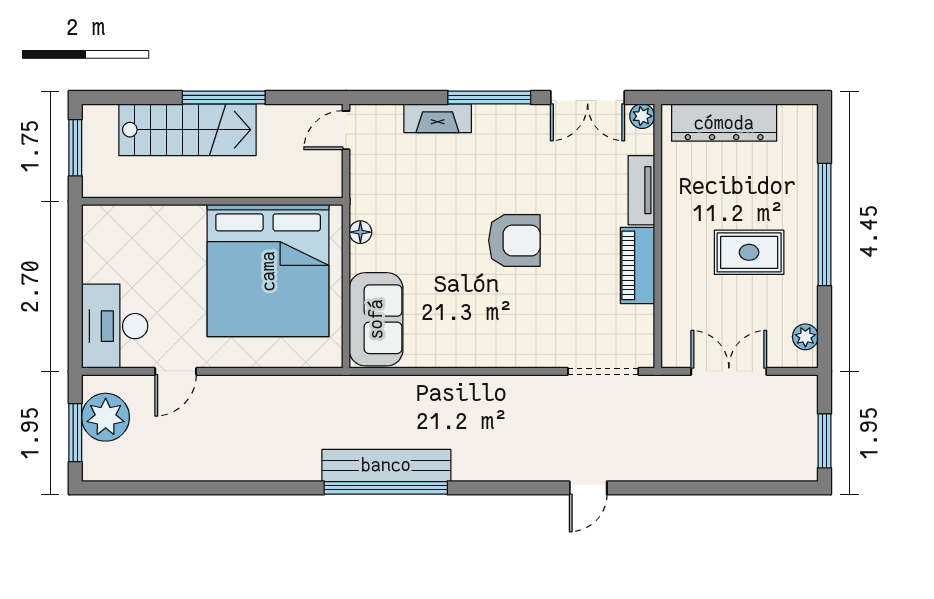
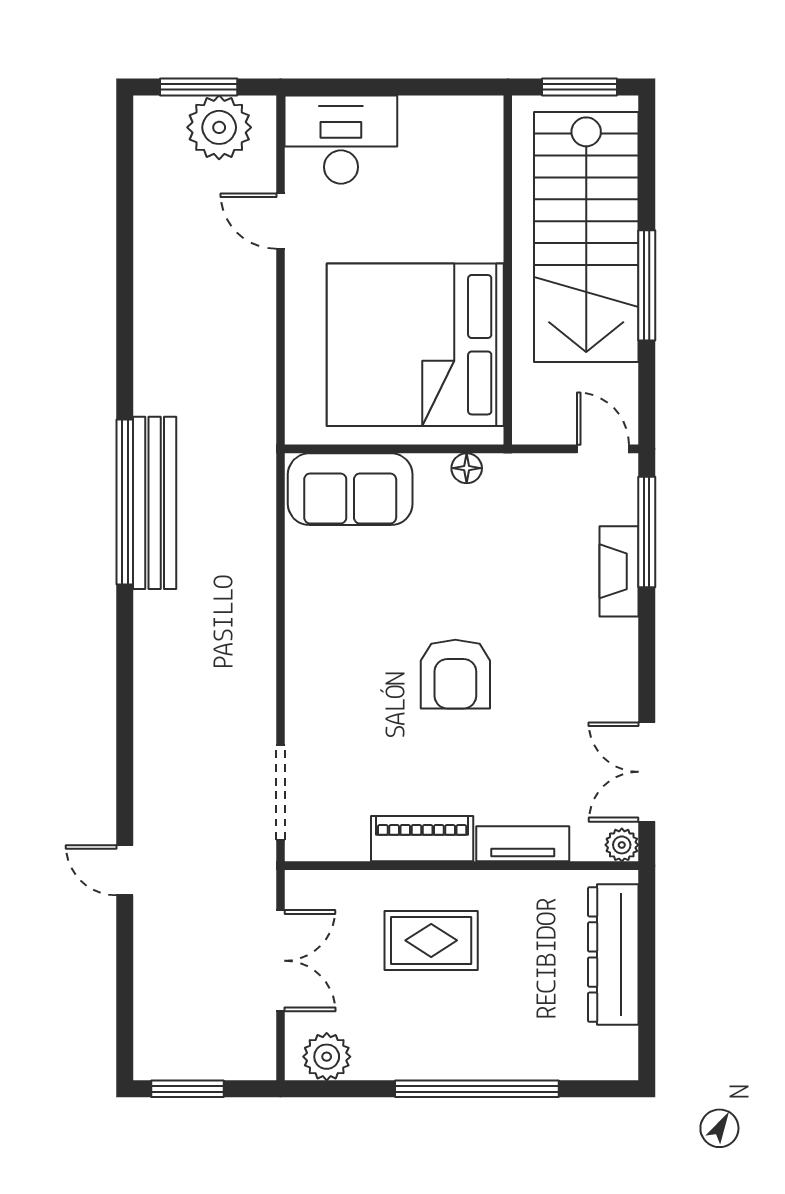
window: (489, 97) -> (647, 532), moved
stairs: (187, 130) -> (586, 237), width x1.36, depth x1.51
rug: (749, 252) -> (431, 940), moved, turned 90
plant: (805, 337) -> (327, 1057), width x1.38, depth x1.38
door: (588, 488) -> (125, 870), moved

